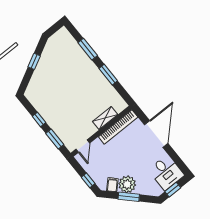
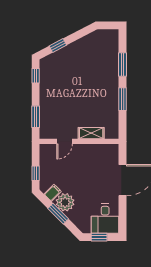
window: (34, 61) -> (58, 45), moved
window: (39, 119) -> (36, 76), moved
bookcase: (118, 127) -> (96, 149), removed
door: (83, 146) -> (65, 141), moved

